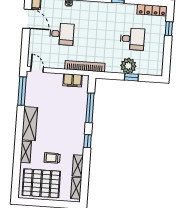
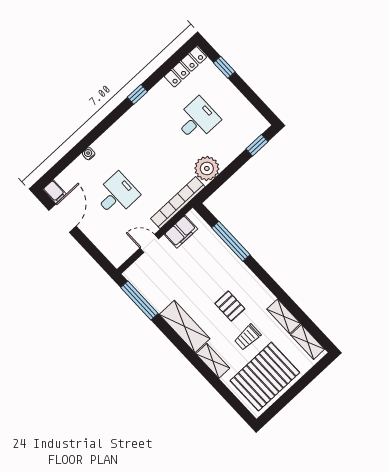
door: (27, 19) -> (63, 218), hinge flipped
plant: (128, 66) -> (207, 168), moved
door: (37, 70) -> (149, 243), moved
window: (131, 77) -> (257, 145), moved
pallet: (59, 136) -> (230, 306), added
window: (88, 141) -> (266, 279), removed

